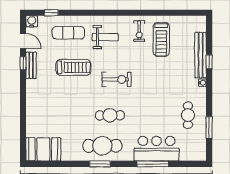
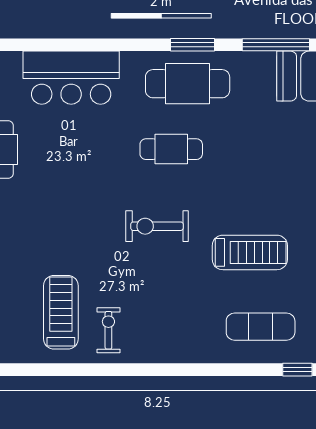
weight bench: (105, 37) -> (182, 317), removed
treadmill: (73, 67) -> (250, 252), turned 180
window: (153, 164) -> (276, 45), moved

